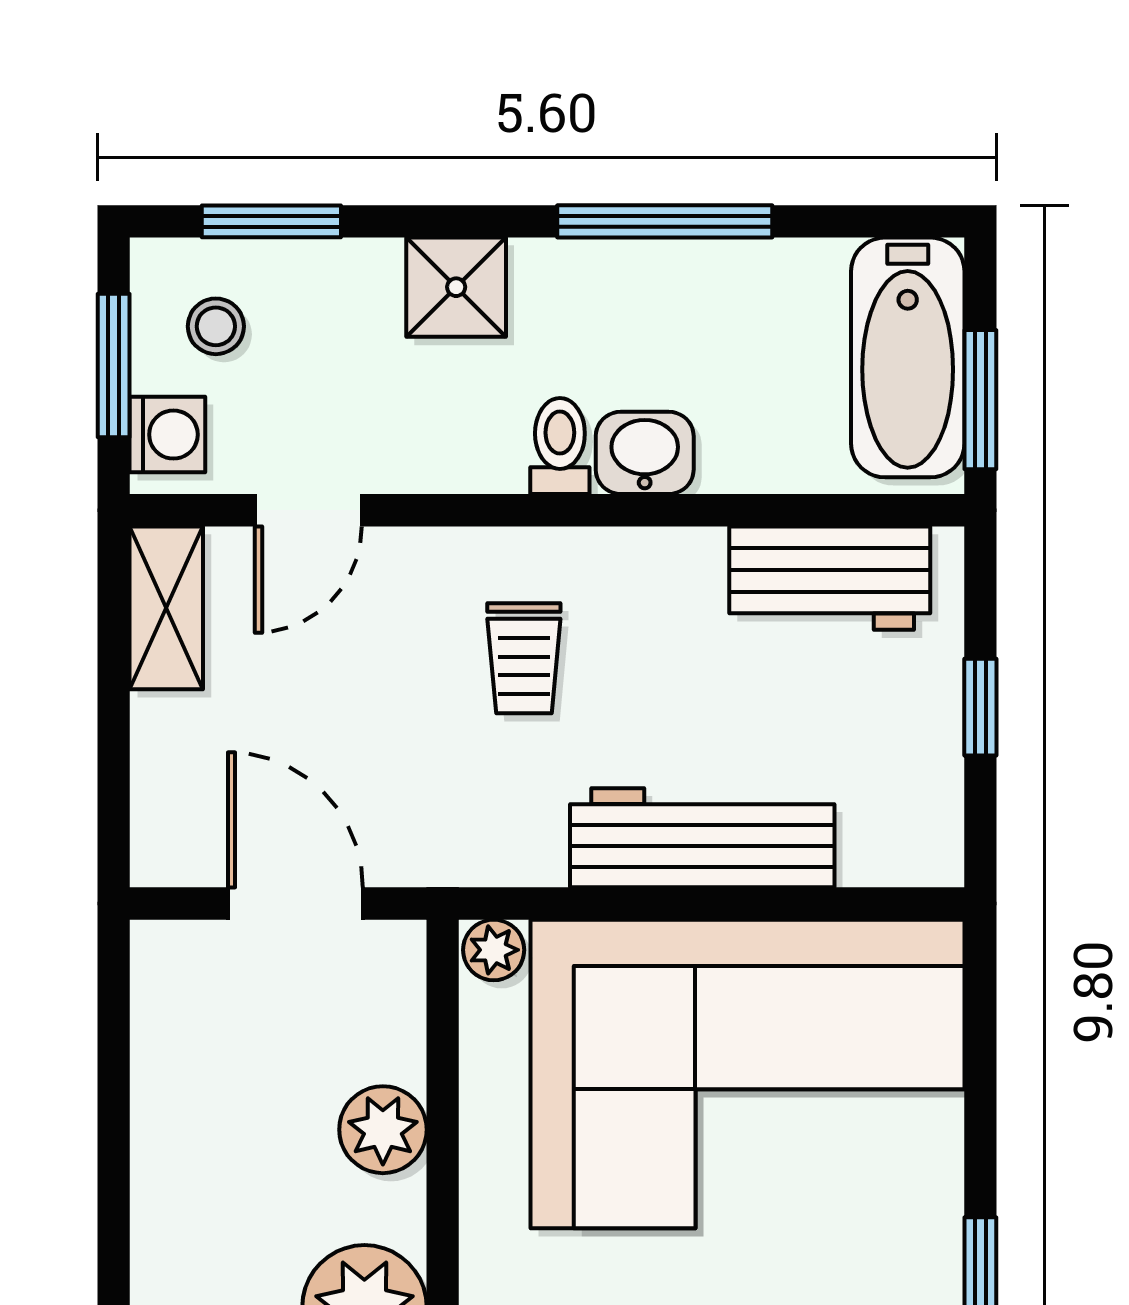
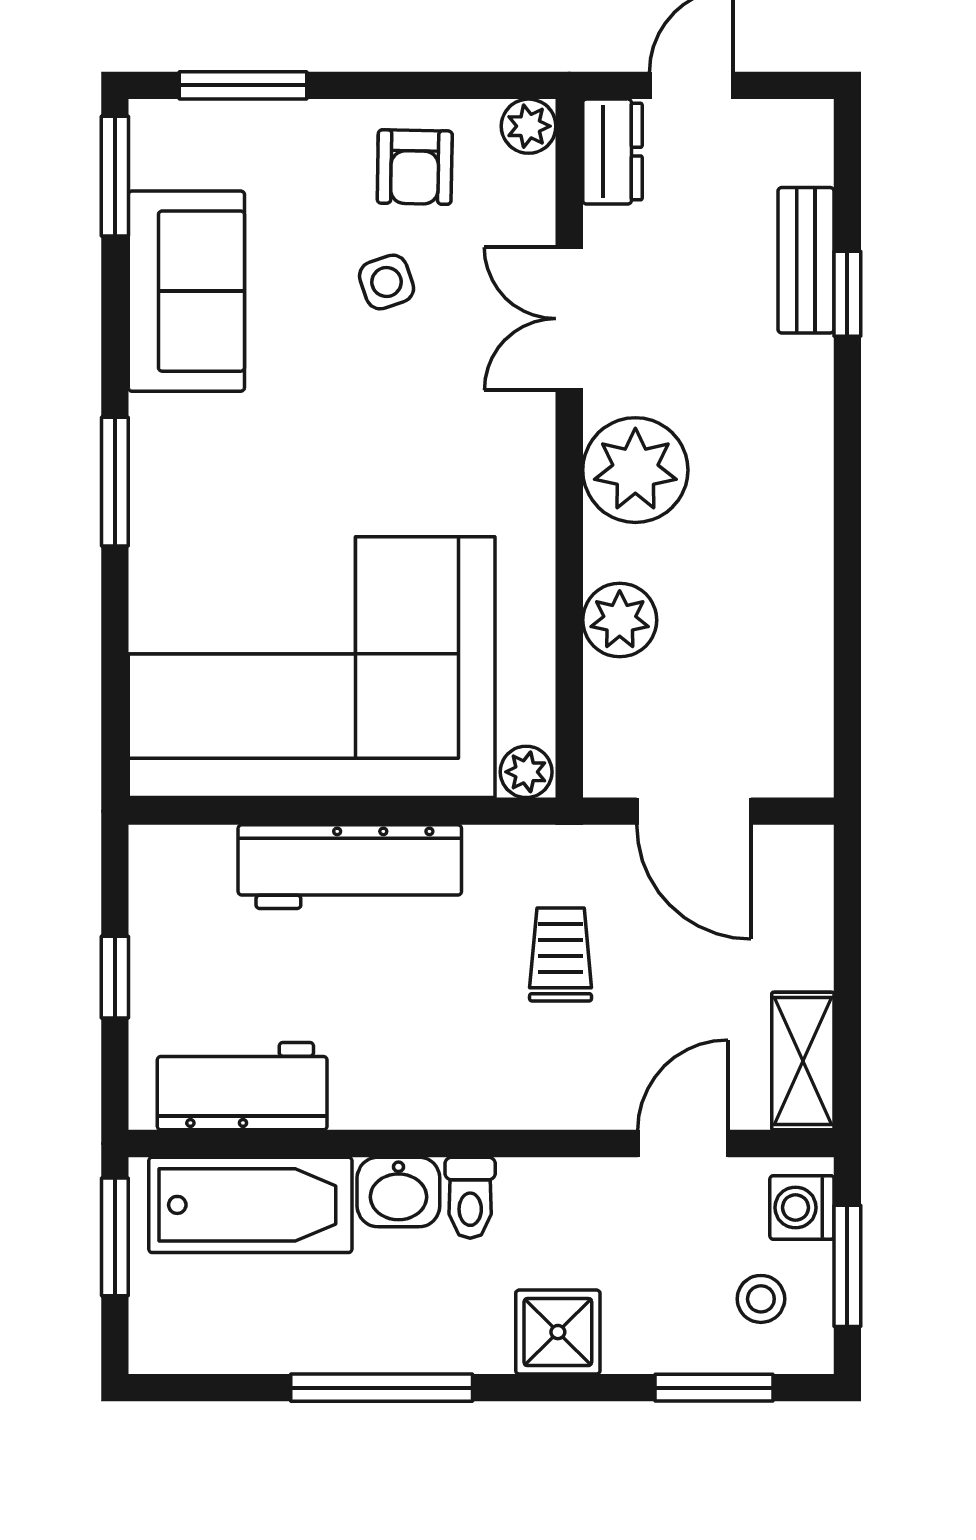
bathtub: (908, 357) -> (250, 1205), moved, turned 90
trolley: (524, 658) -> (561, 954), moved

